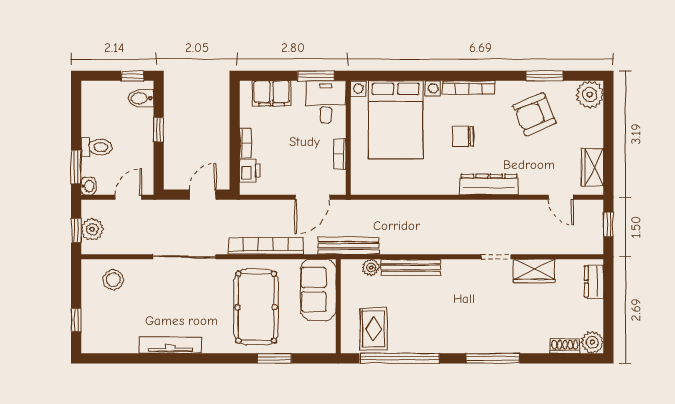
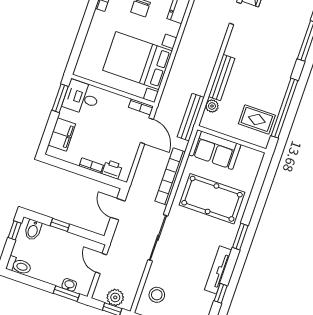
bed with nightstands: (396, 120) -> (137, 61), moved, turned 180
toilet: (96, 147) -> (19, 266), moved, turned 90
bookcase: (340, 154) -> (141, 107), moved
washbasin: (88, 186) -> (69, 285), moved
window: (142, 358) -> (221, 293), added
window: (274, 358) -> (240, 237), moved

